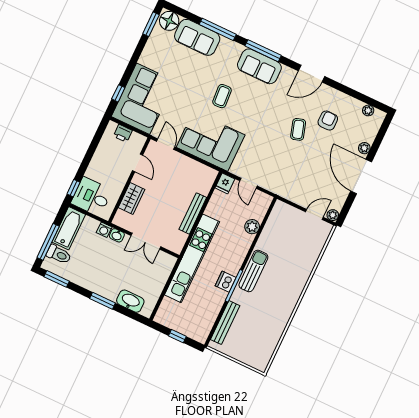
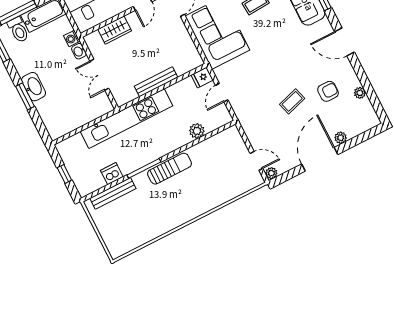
plant: (368, 110) -> (360, 93), moved
coffee table: (298, 129) -> (292, 101), moved
dishwasher: (226, 282) -> (112, 174), moved
washbasin: (130, 301) -> (34, 87), moved

